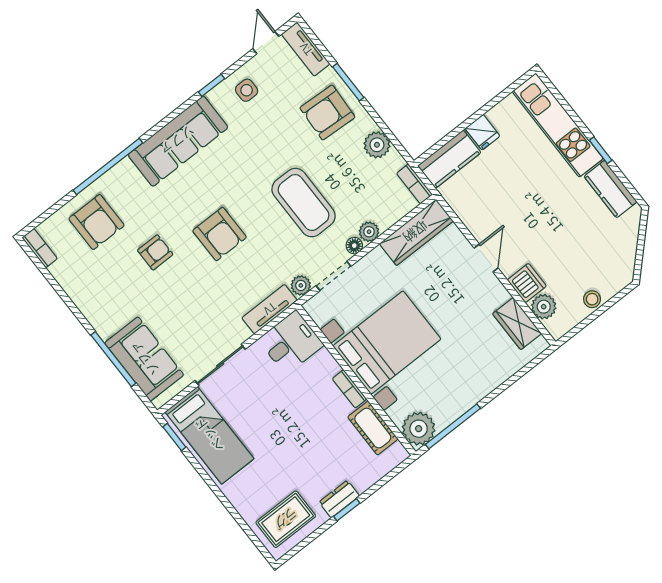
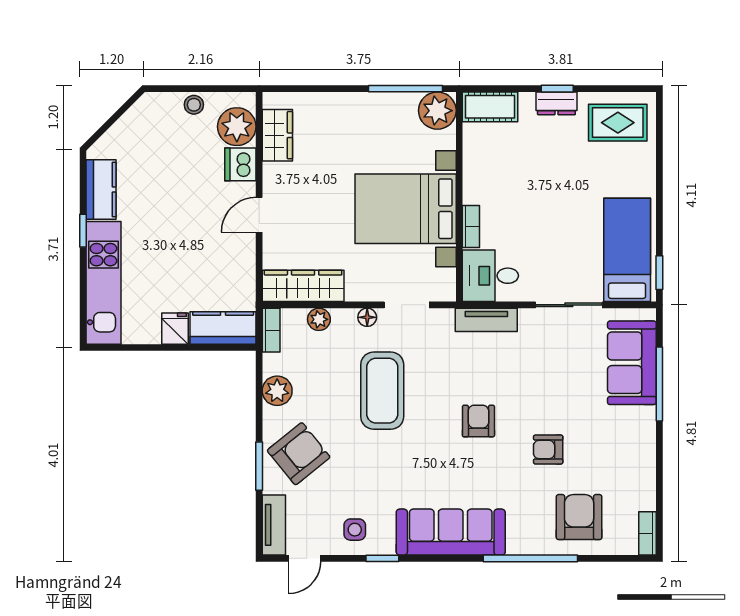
armchair: (327, 113) -> (299, 454), turned -42
plant: (369, 232) -> (319, 319), moved
armchair: (220, 234) -> (478, 421), width x0.72, depth x0.72
plant: (301, 285) -> (442, 319), removed
plant: (544, 307) -> (237, 127), width x1.36, depth x1.36
bookcase: (349, 389) -> (471, 226), moved
cot: (373, 428) -> (490, 107), moved, turned 90

